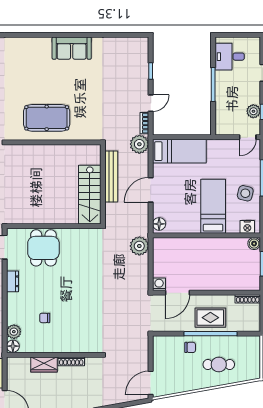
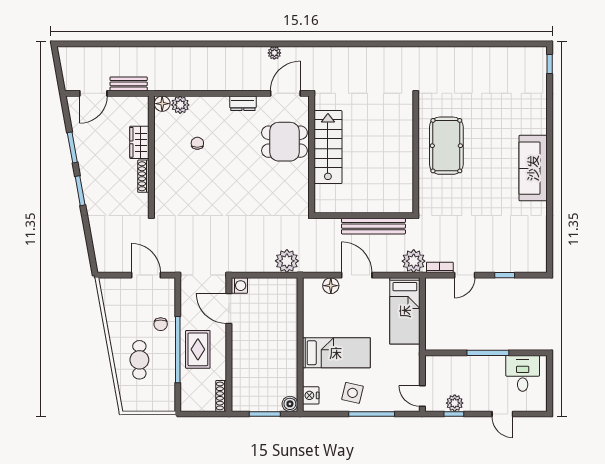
sofa: (72, 48) -> (533, 168), width x1.36
door: (151, 103) -> (465, 275), hinge flipped
stairs: (90, 195) -> (328, 147), moved, turned 90
floor lamp: (159, 224) -> (331, 286), moved
door: (151, 383) -> (146, 275), moved

